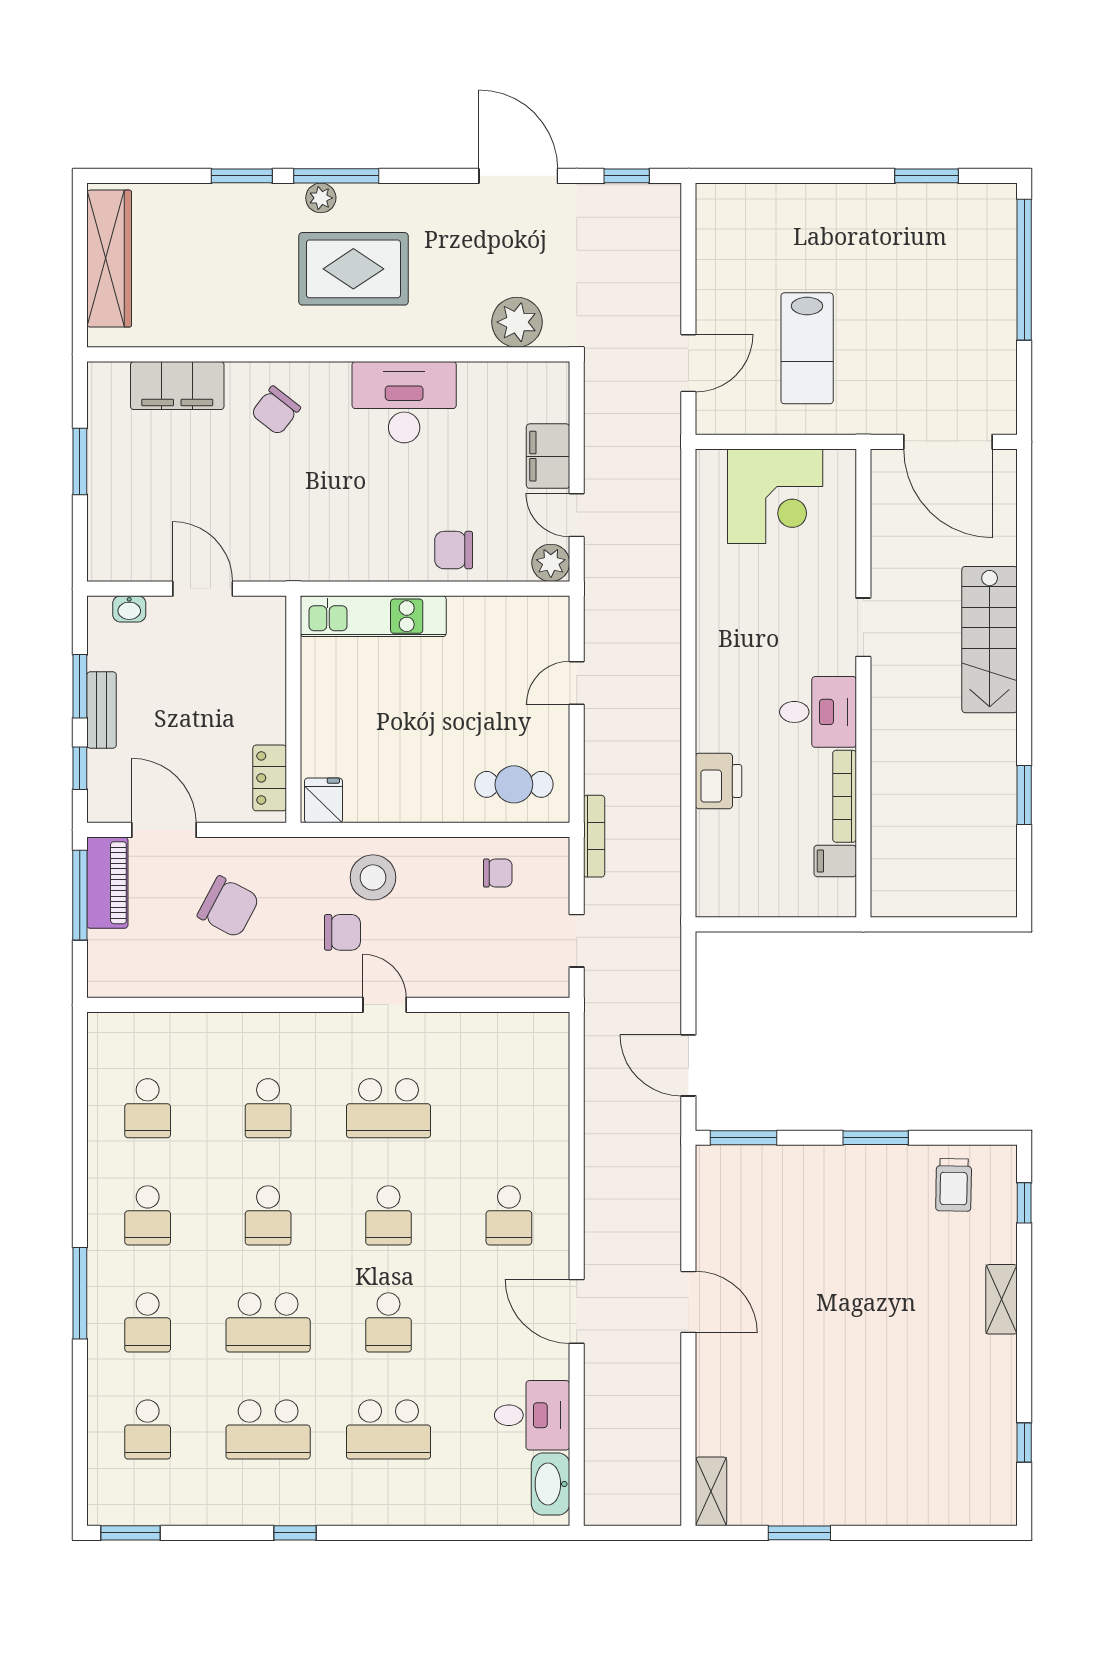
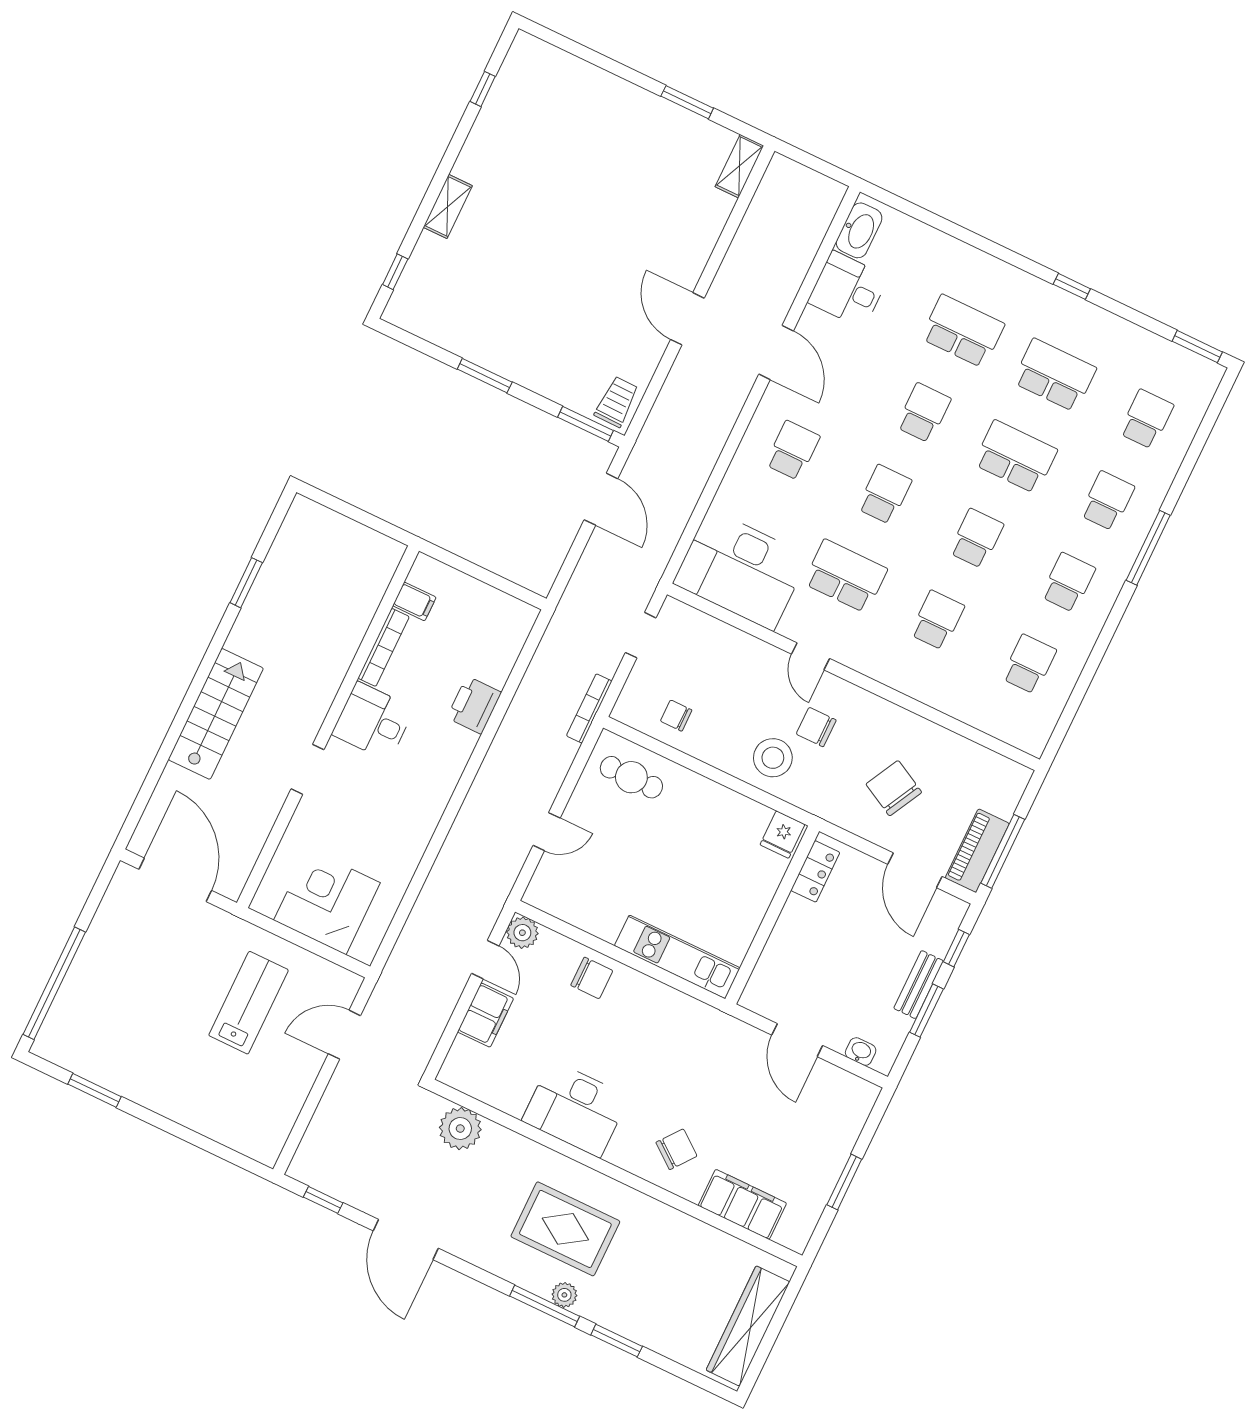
desk: (503, 1062) -> (741, 570), added
trolley: (954, 1185) -> (617, 402), moved

